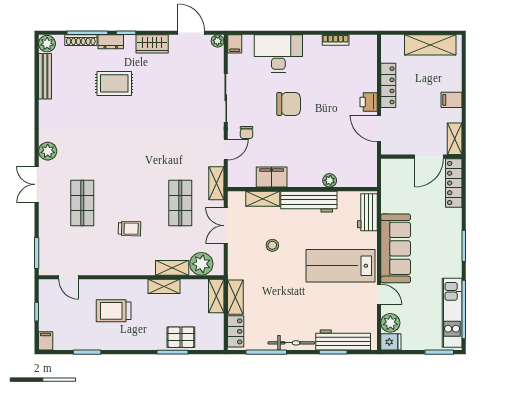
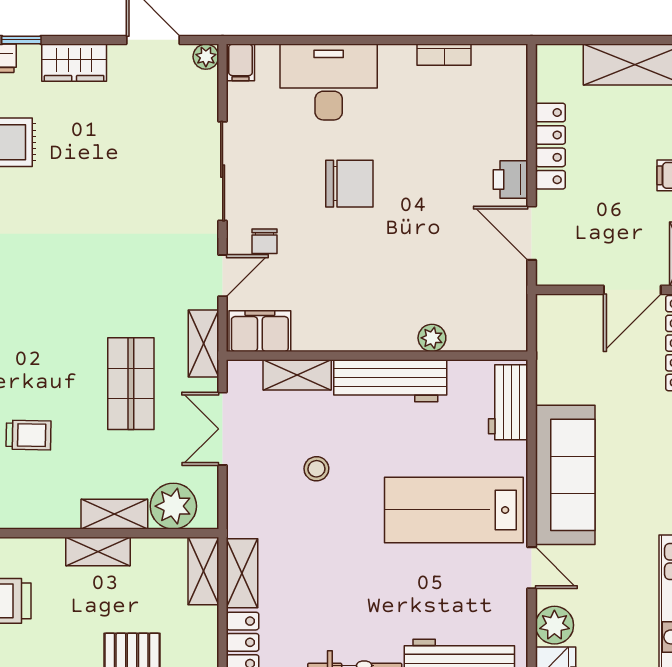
filing cabinet: (272, 177) -> (260, 331), moved

